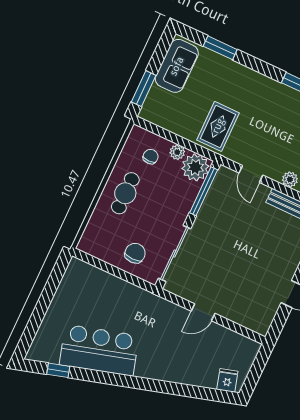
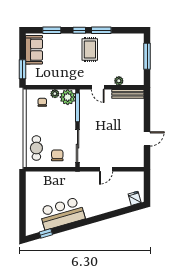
window: (264, 68) -> (79, 30), added
rug: (218, 126) -> (90, 50), moved
cafe table: (125, 193) -> (36, 148), moved

